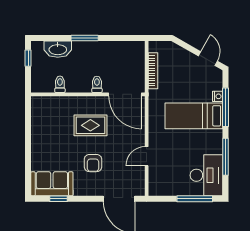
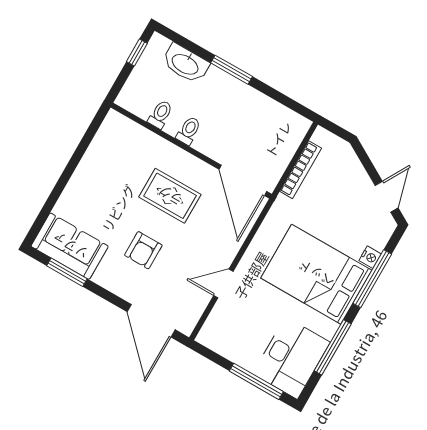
toilet: (97, 84) -> (189, 131), moved
bed: (194, 116) -> (316, 274), width x1.50
window: (58, 199) -> (67, 272), width x1.50

